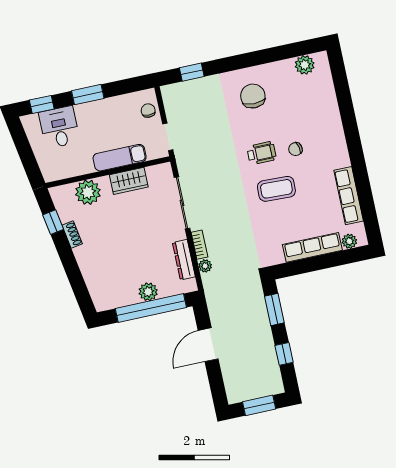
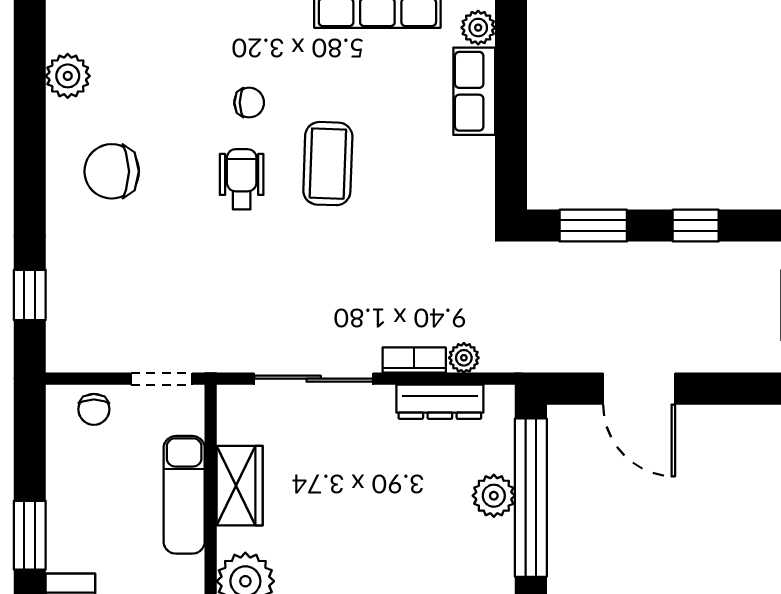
plant: (305, 65) -> (68, 76), moved
chair: (148, 111) -> (94, 409), turned -90
chair: (295, 149) -> (249, 103), turned -78
row of seats: (312, 247) -> (474, 91), width x0.68

